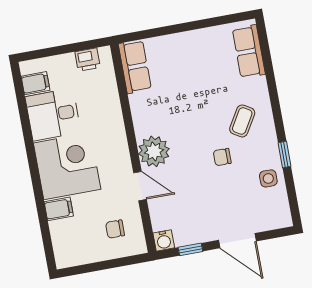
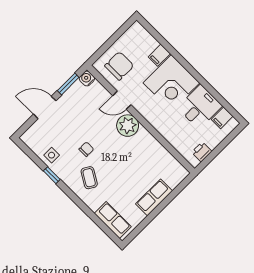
row of seats: (135, 67) -> (154, 197), moved, turned 90
chair: (115, 229) -> (119, 66), width x1.87, depth x1.87
window: (190, 249) -> (68, 84), width x1.50

